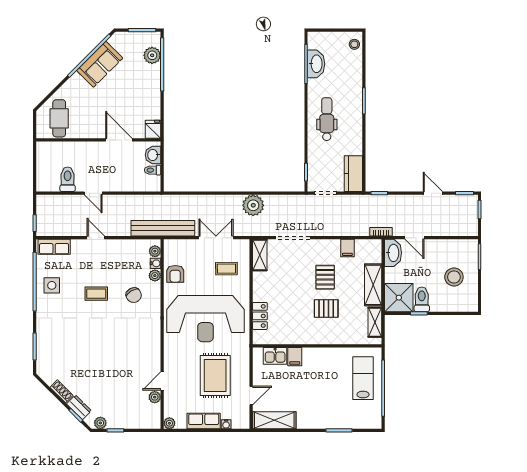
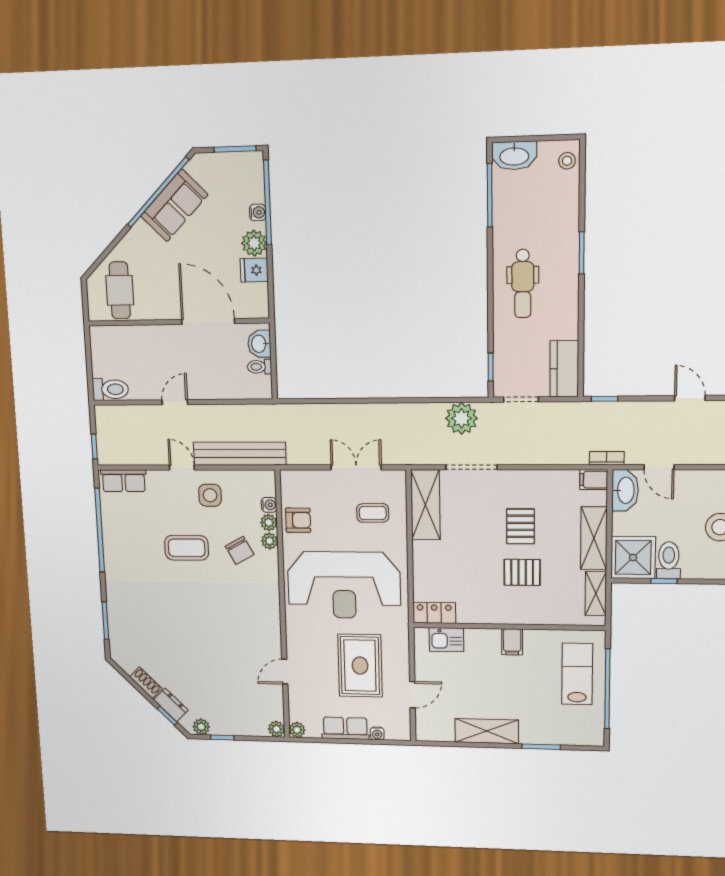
plant: (152, 55) -> (254, 243), moved
washbasin: (316, 64) -> (514, 156), moved, turned 90
water cooler: (155, 70) -> (258, 212), added
dental chair: (327, 119) -> (523, 284), turned 180
fridge: (153, 129) -> (254, 270), moved, turned -90
door: (119, 140) -> (208, 321), width x1.36
toilet: (68, 179) -> (110, 389), moved, turned 90
door: (93, 193) -> (175, 402), swing flipped
plant: (253, 205) -> (461, 418), moved
bench: (163, 228) -> (240, 454), moved
filing cabinet: (347, 248) -> (594, 480), moved, turned 90
plant: (155, 251) -> (270, 541), moved
shelving: (260, 255) -> (425, 505), width x1.50, depth x1.33
armchair: (175, 274) -> (298, 520), turned -90
side table: (52, 285) -> (210, 495), moved
coffee table: (96, 294) -> (187, 548), width x1.36, depth x1.30
locker: (260, 316) -> (434, 613), moved, turned -90
filing cabinet: (295, 357) -> (512, 642), moved
plant: (155, 397) -> (277, 729), moved
shelving: (274, 420) -> (487, 731), moved

